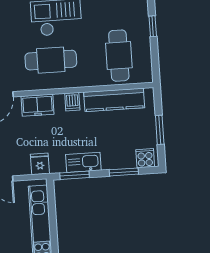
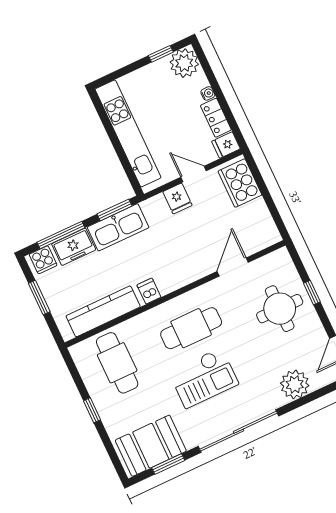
freezer: (38, 105) -> (74, 247), moved, turned 180
kitchen sink: (83, 162) -> (118, 227), width x1.36, depth x1.24
fridge: (40, 164) -> (177, 198), moved
window: (124, 172) -> (61, 235), width x1.44

